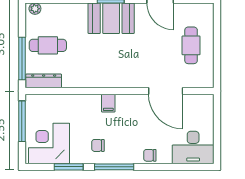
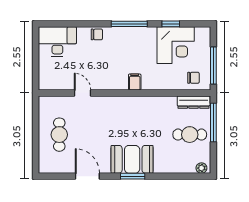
door: (166, 91) -> (82, 93), width x0.53
corner desk: (49, 143) -> (176, 45), moved
chair: (98, 145) -> (193, 78), moved
window: (69, 167) -> (171, 24), width x0.67

